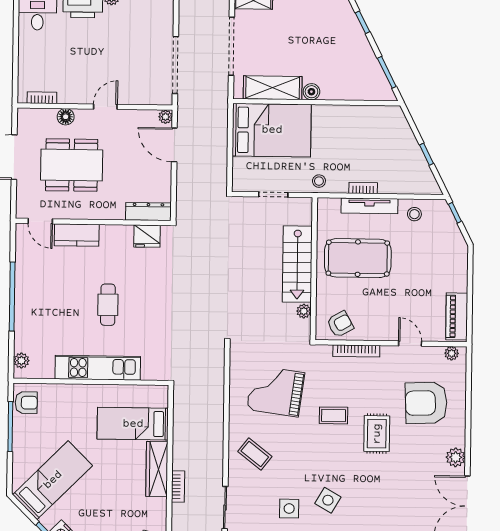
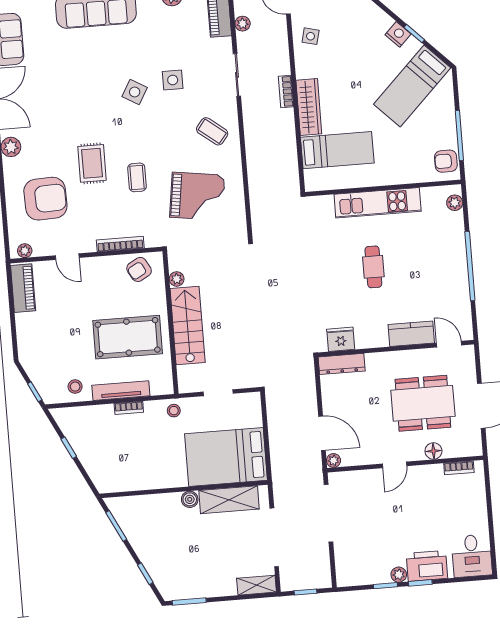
coffee table: (334, 415) -> (137, 177), turned 90

